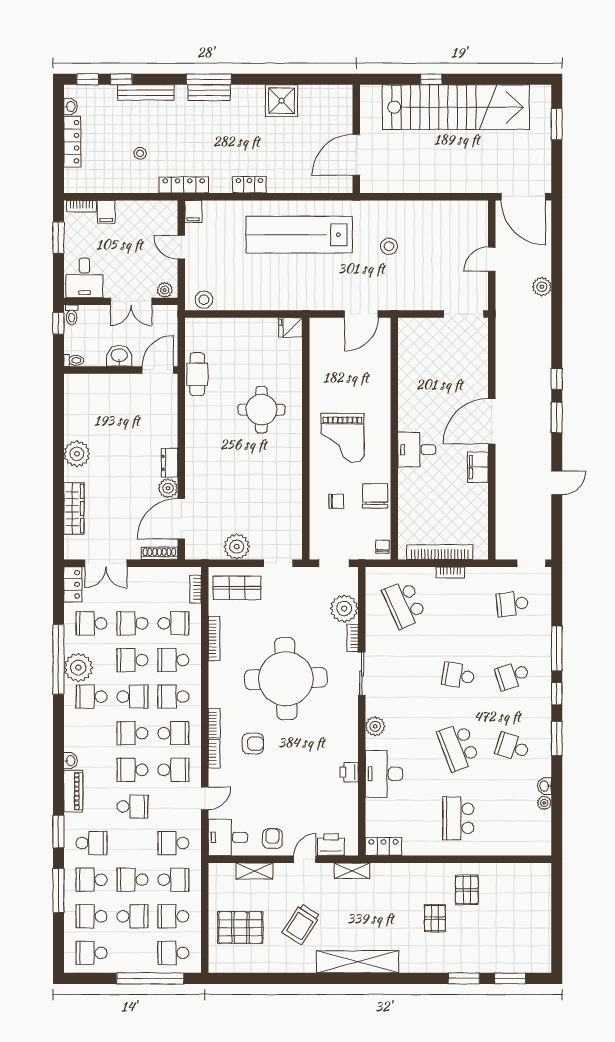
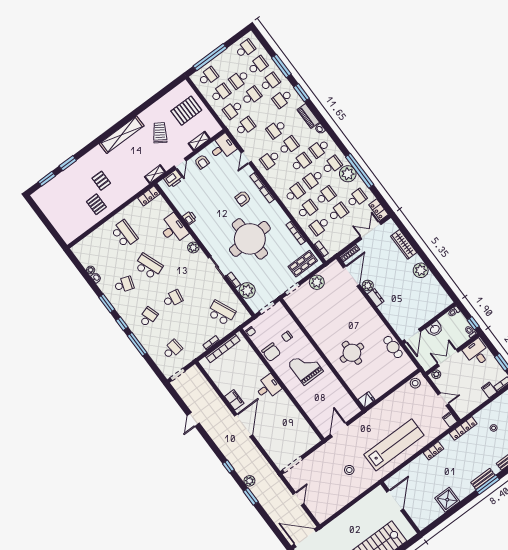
plant: (542, 287) -> (249, 481), moved
window: (557, 417) -> (251, 496), moved
school desk: (173, 733) -> (320, 148), moved

